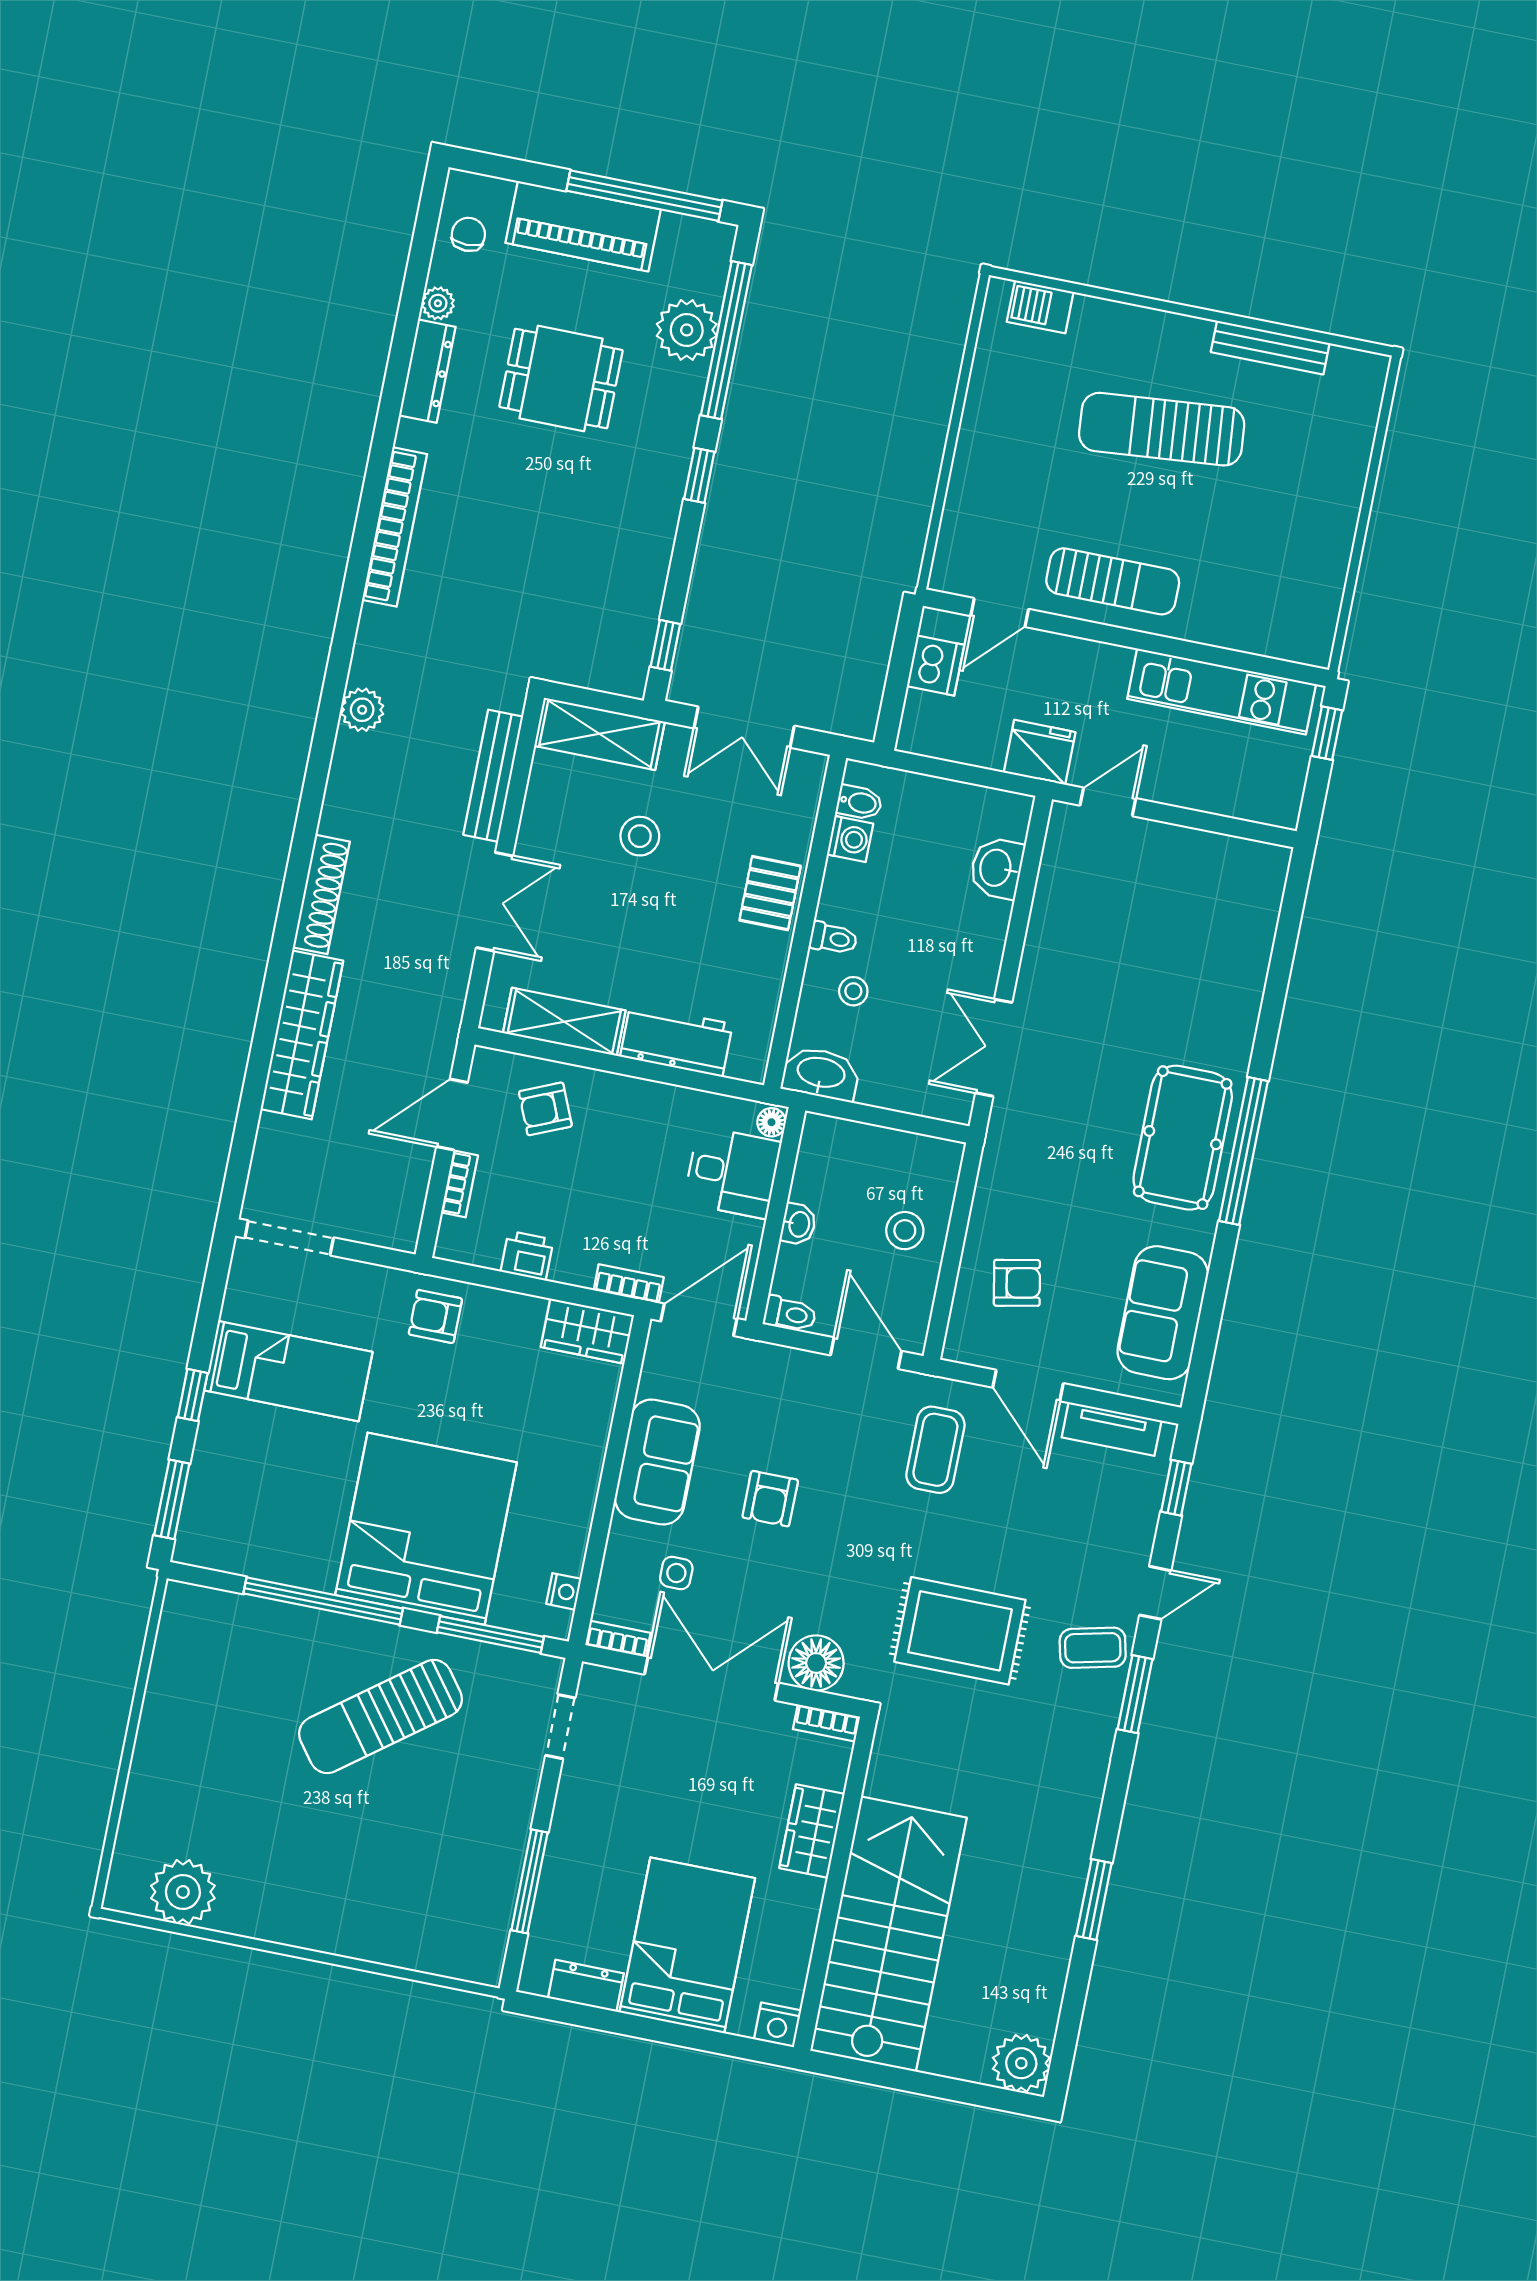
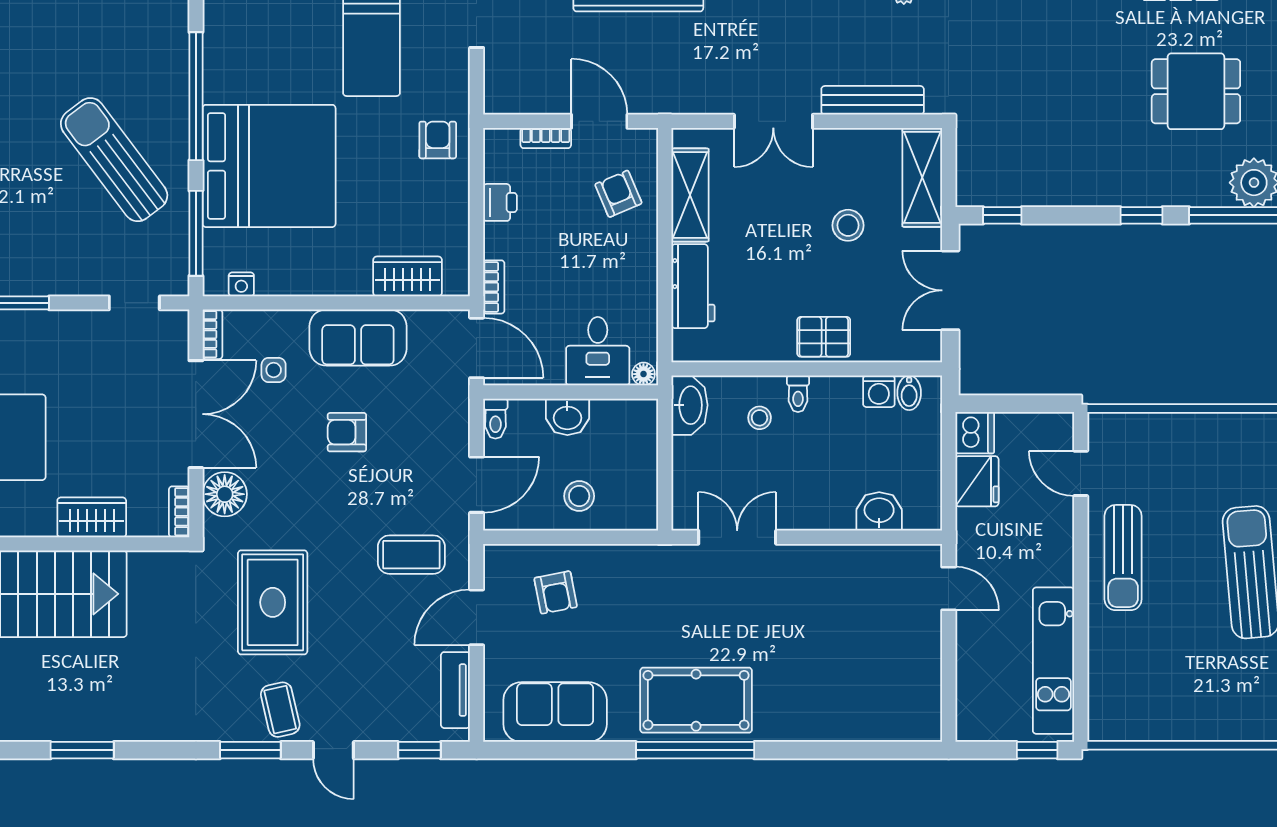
dining table: (561, 379) -> (1196, 91), turned 90
dishwasher: (936, 665) -> (975, 433), moved, turned -90
fridge: (1040, 752) -> (977, 481), moved
washbasin: (798, 1224) -> (567, 417), width x1.38, depth x1.45
wardrobe: (587, 1331) -> (408, 276), moved, turned 90

